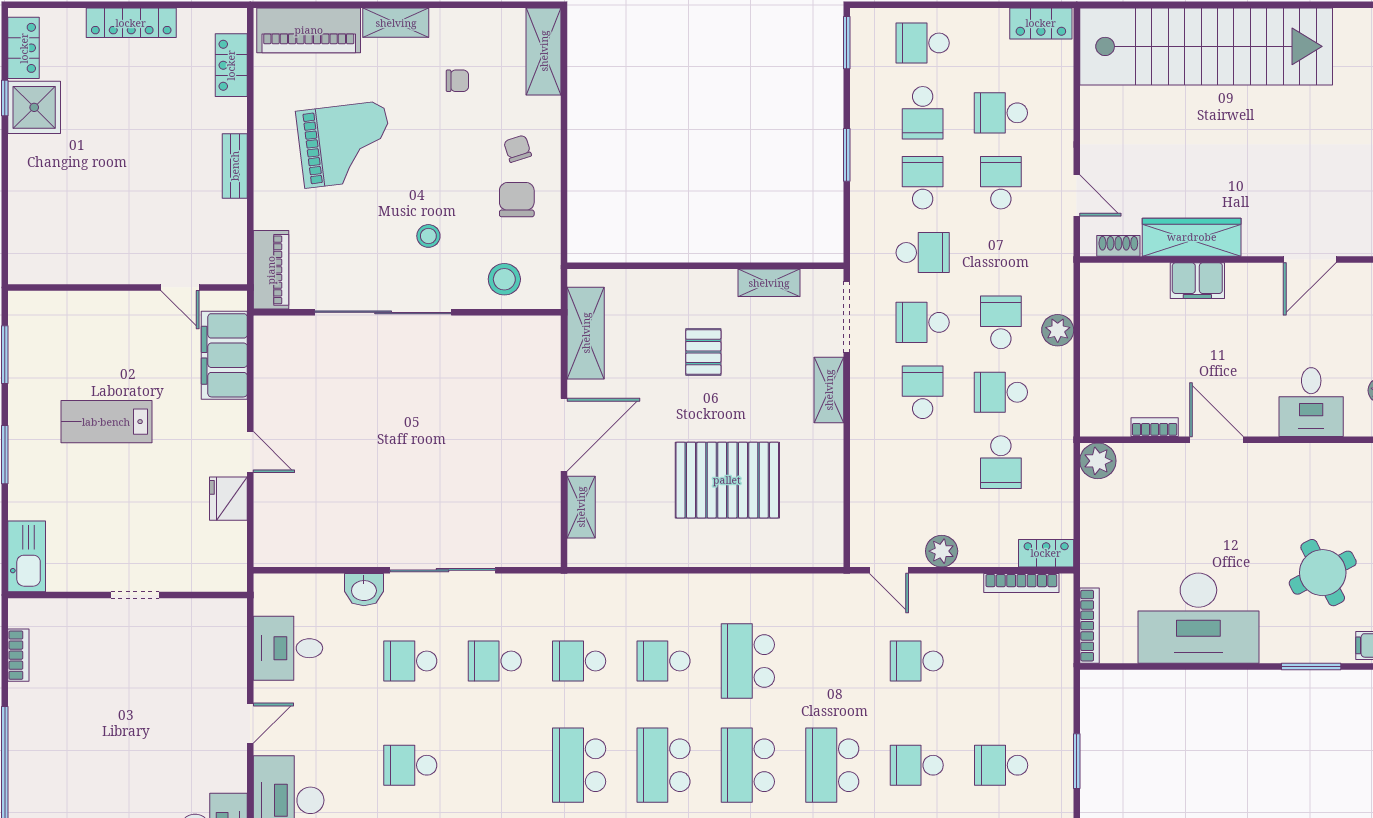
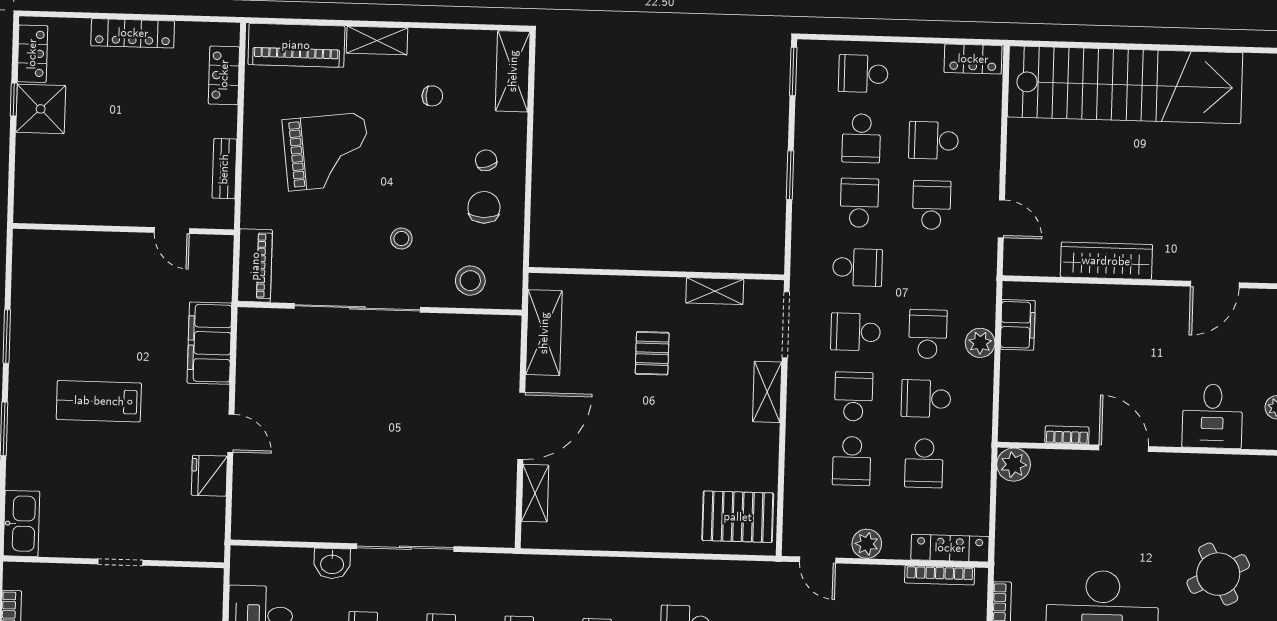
shoe rack: (1118, 246) -> (1038, 267), removed
filing cabinet: (1197, 281) -> (1018, 325), moved, turned -90
wall: (128, 287) -> (123, 229), moved
door: (180, 287) -> (172, 230), moved
school desk: (923, 462) -> (852, 461), added
pallet: (727, 480) -> (738, 517), moved, width x0.73, depth x0.71
locker: (1046, 553) -> (950, 548), width x1.53

